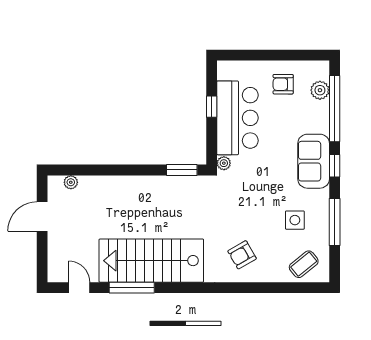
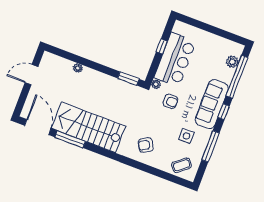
armchair: (283, 84) -> (170, 101), moved, turned 180
sofa: (314, 161) -> (212, 104), width x1.36
plant: (71, 182) -> (78, 68), moved
door: (79, 288) -> (38, 127), width x1.88

